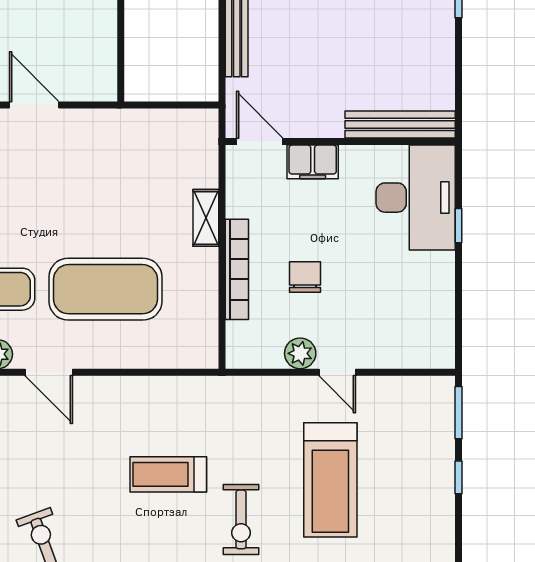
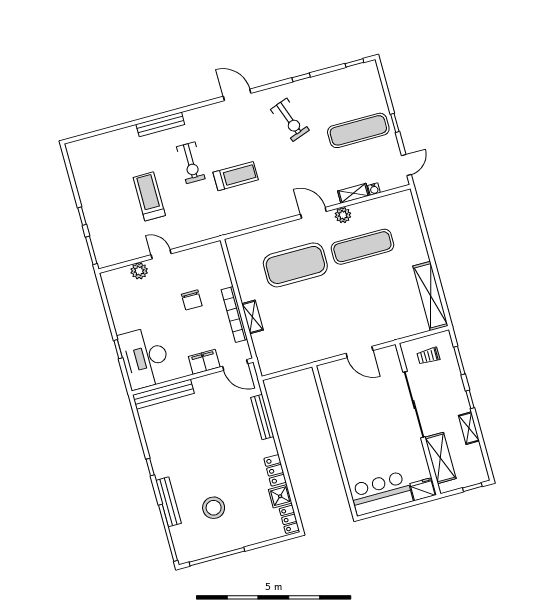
bookcase: (237, 269) -> (234, 315), moved
plant: (300, 353) -> (139, 271), moved
treadmill: (330, 480) -> (149, 196), width x0.73, depth x0.73
exercise bike: (241, 519) -> (191, 163), turned 180

